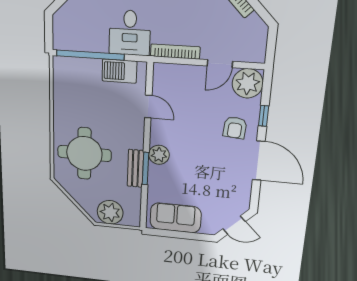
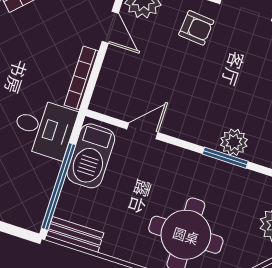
barbecue: (119, 71) -> (91, 156), width x1.37, depth x1.21
plant: (159, 155) -> (234, 142), moved
bench: (135, 168) -> (75, 234), moved

